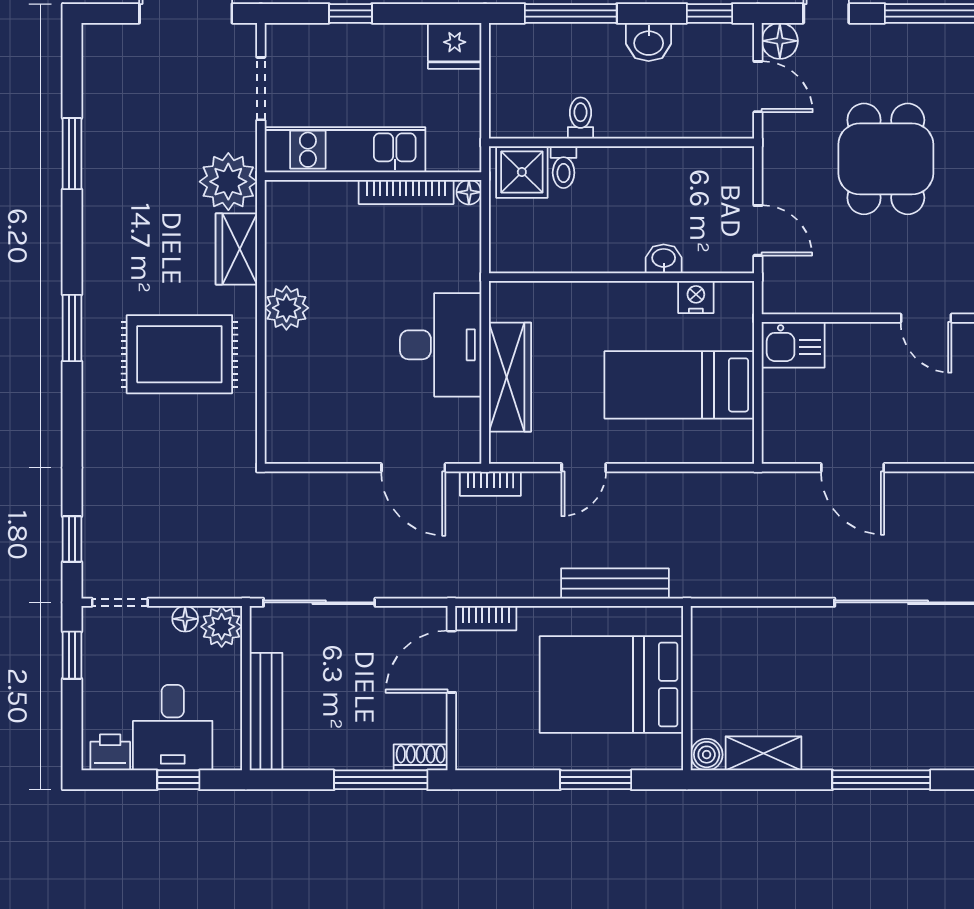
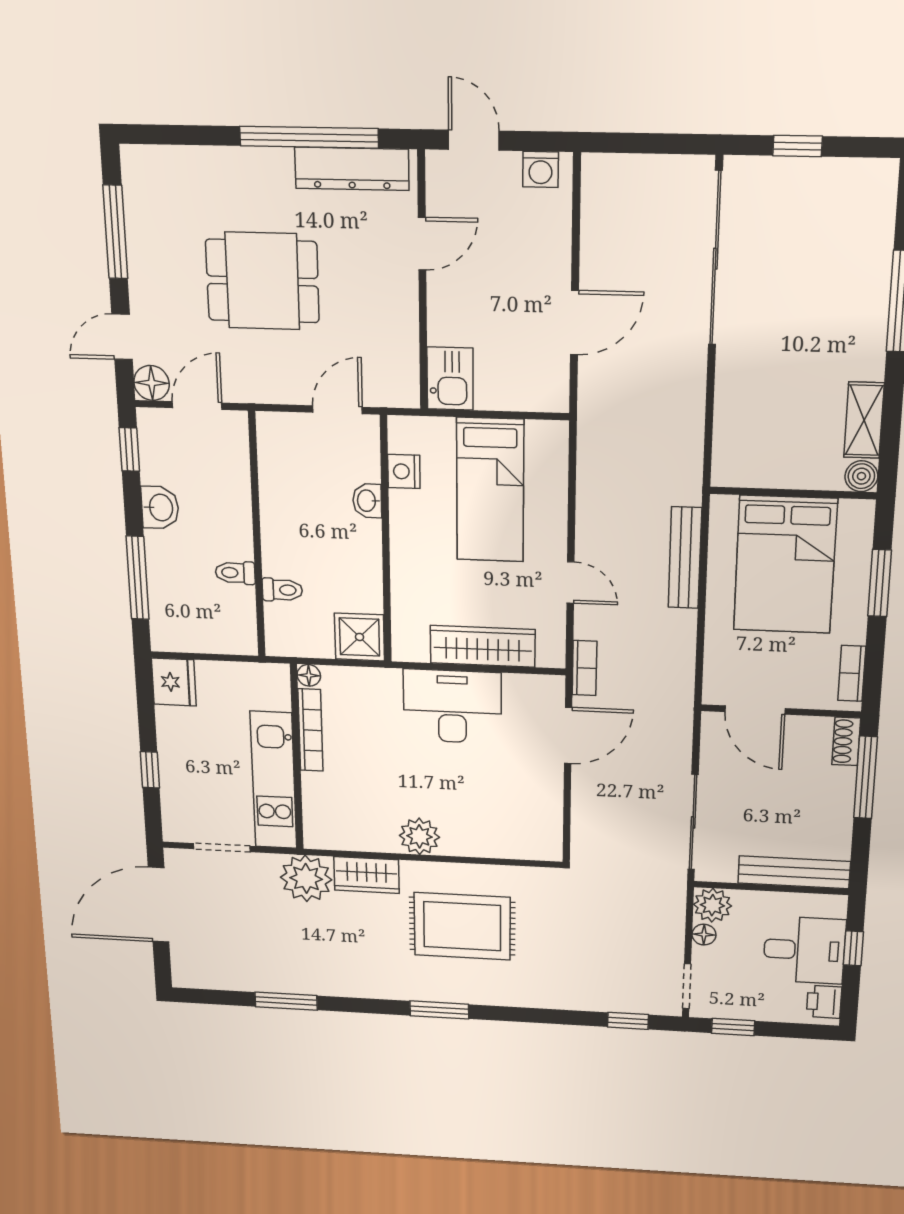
shower: (522, 172) -> (360, 637), moved
rug: (179, 354) -> (462, 926), turned 90
bookcase: (486, 618) -> (852, 673), moved, turned 180

